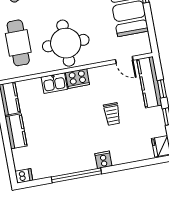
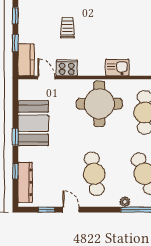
cooker: (77, 79) -> (67, 68), moved
kitchen counter: (149, 82) -> (26, 60), width x0.67

